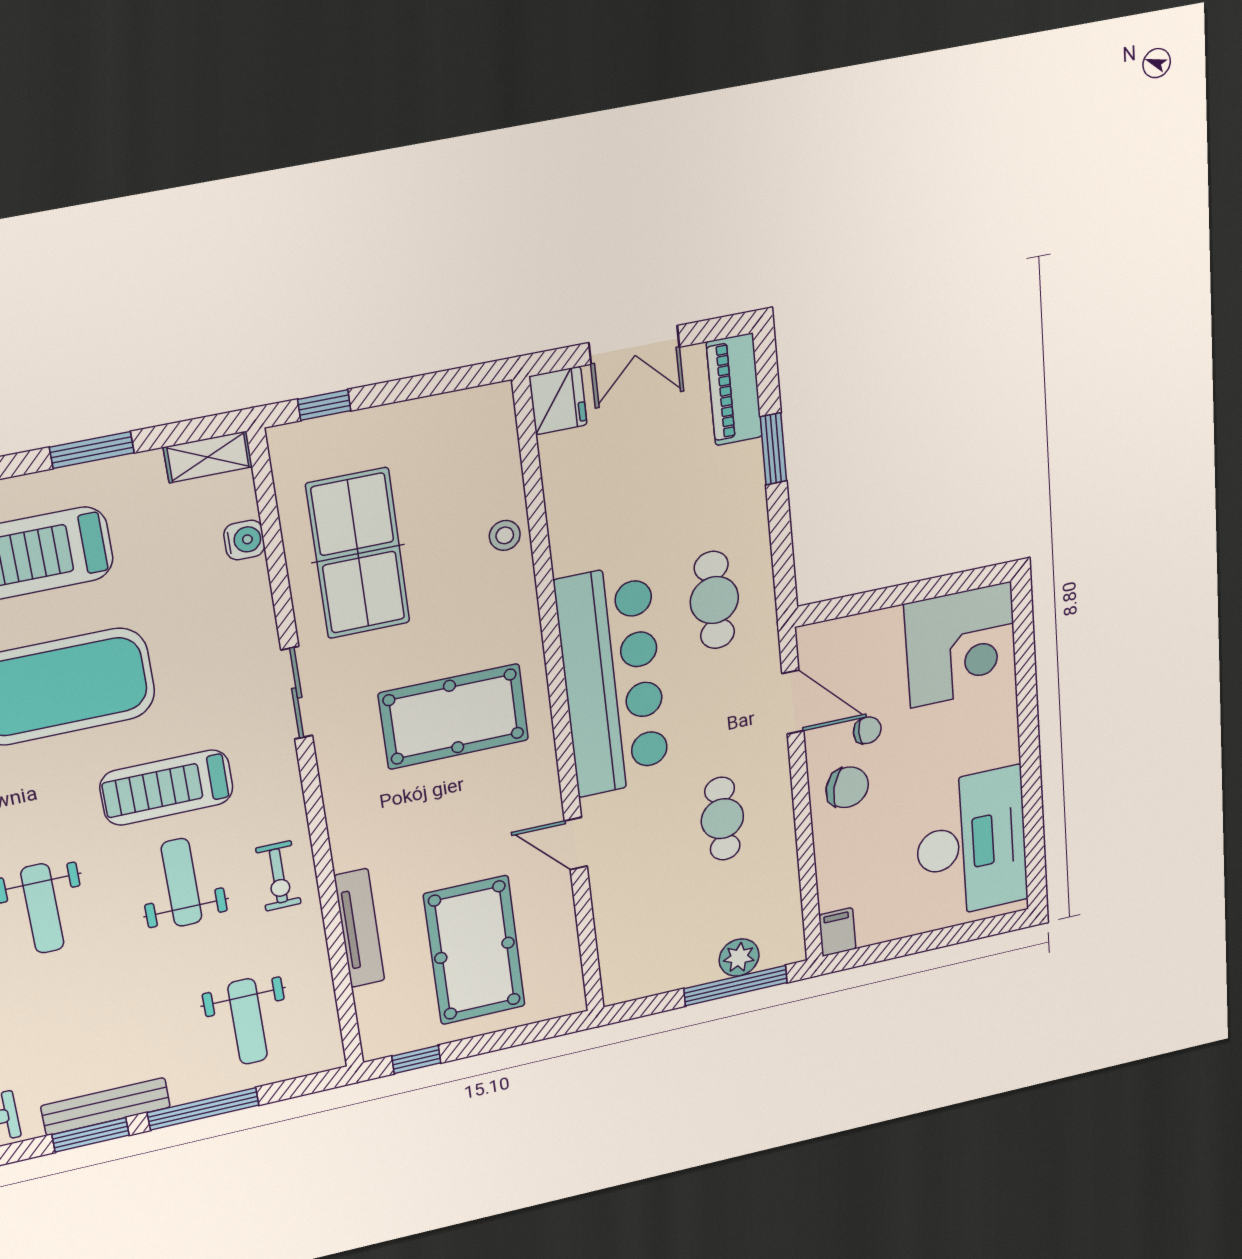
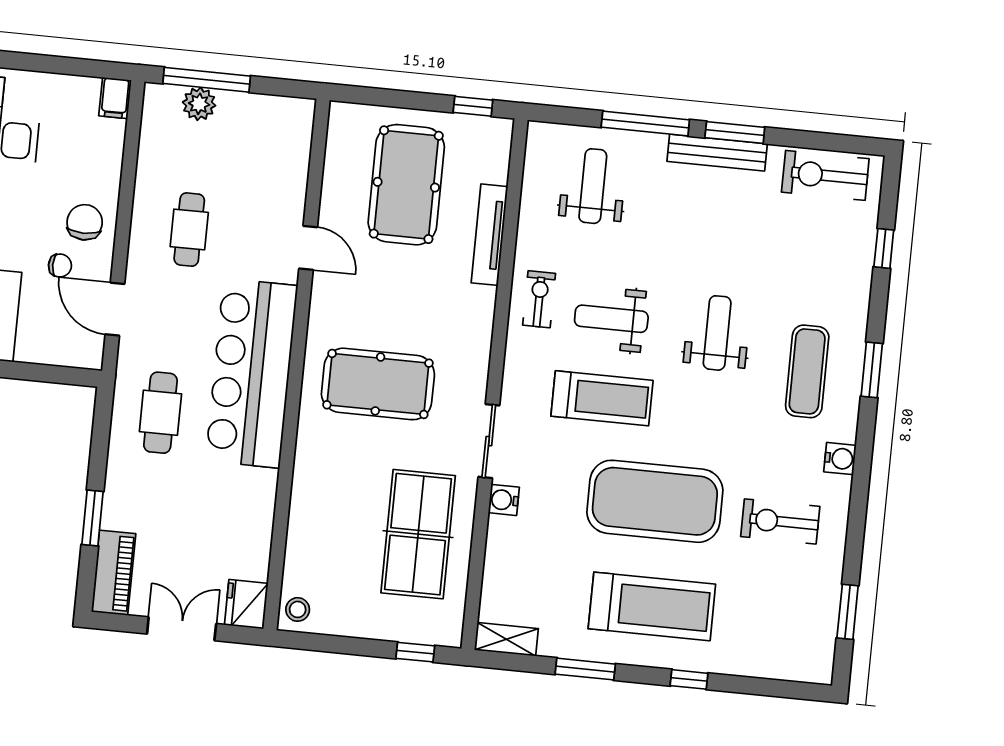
stool: (505, 535) -> (298, 609), moved
water cooler: (244, 540) -> (504, 500), moved
chair: (867, 730) -> (60, 266), turned 180
chair: (847, 787) -> (85, 222), turned 77
weight bench: (182, 882) -> (611, 319), turned 90

